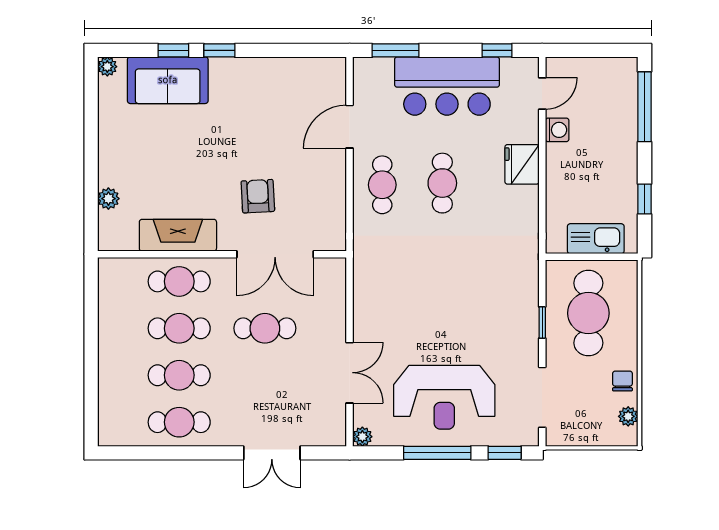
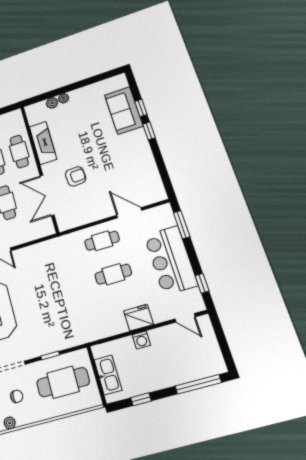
plant: (107, 67) -> (64, 98), moved
washing machine: (557, 130) -> (141, 340), moved
chair: (622, 381) -> (17, 396), moved

